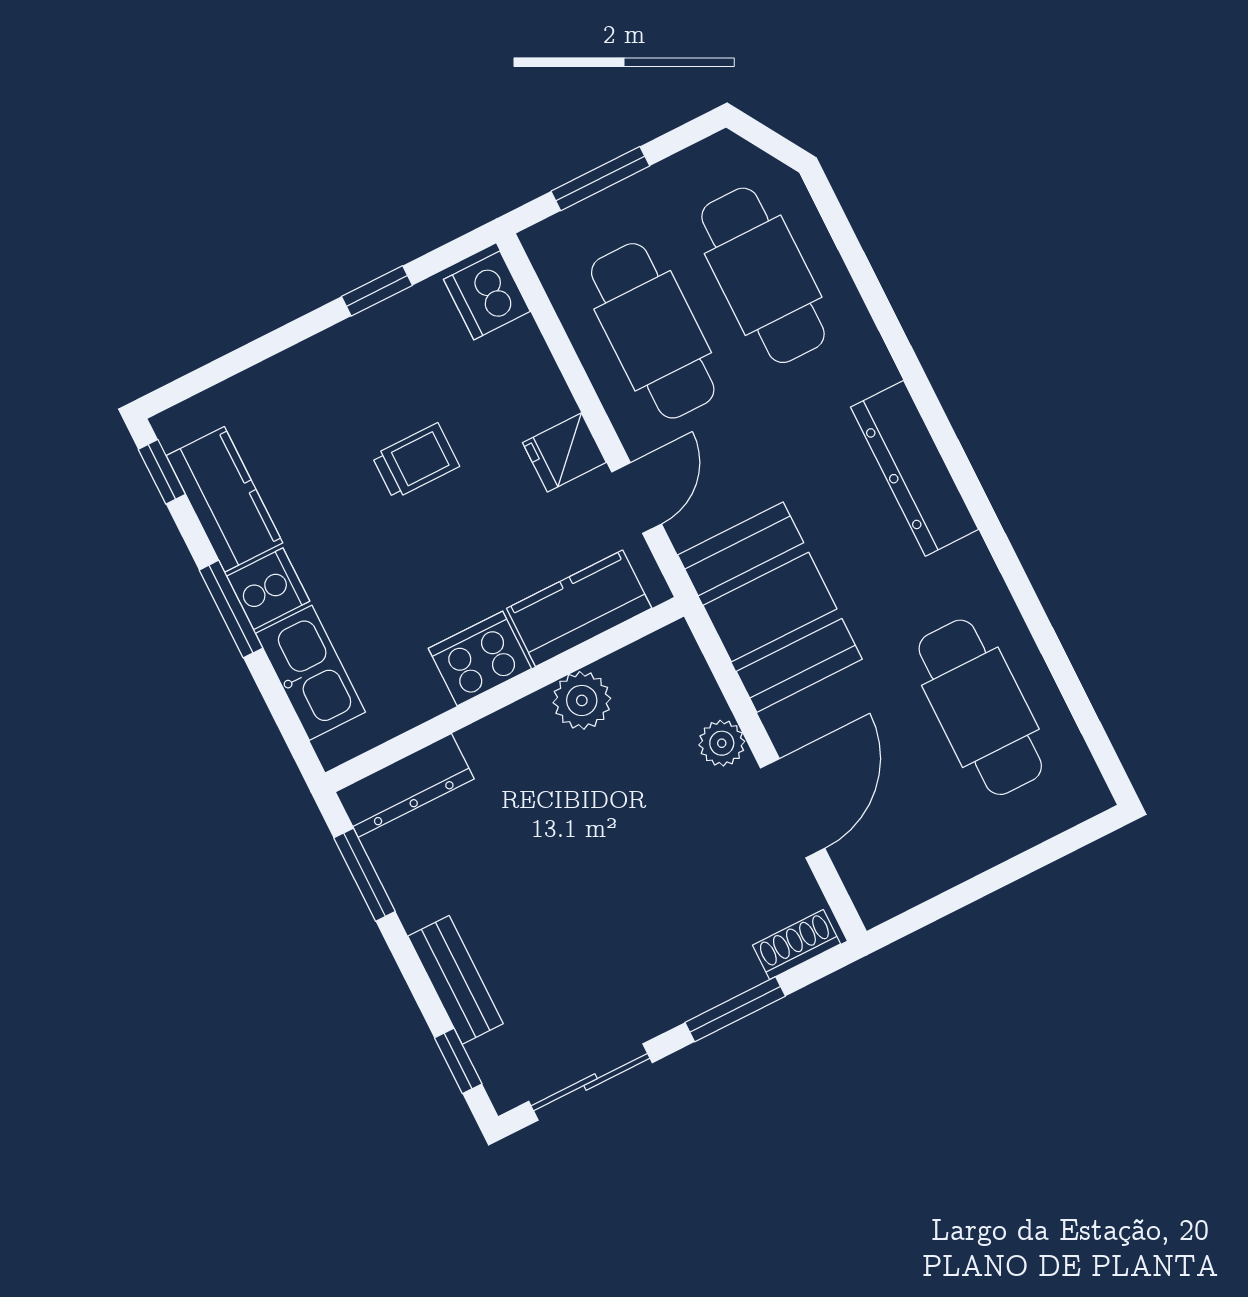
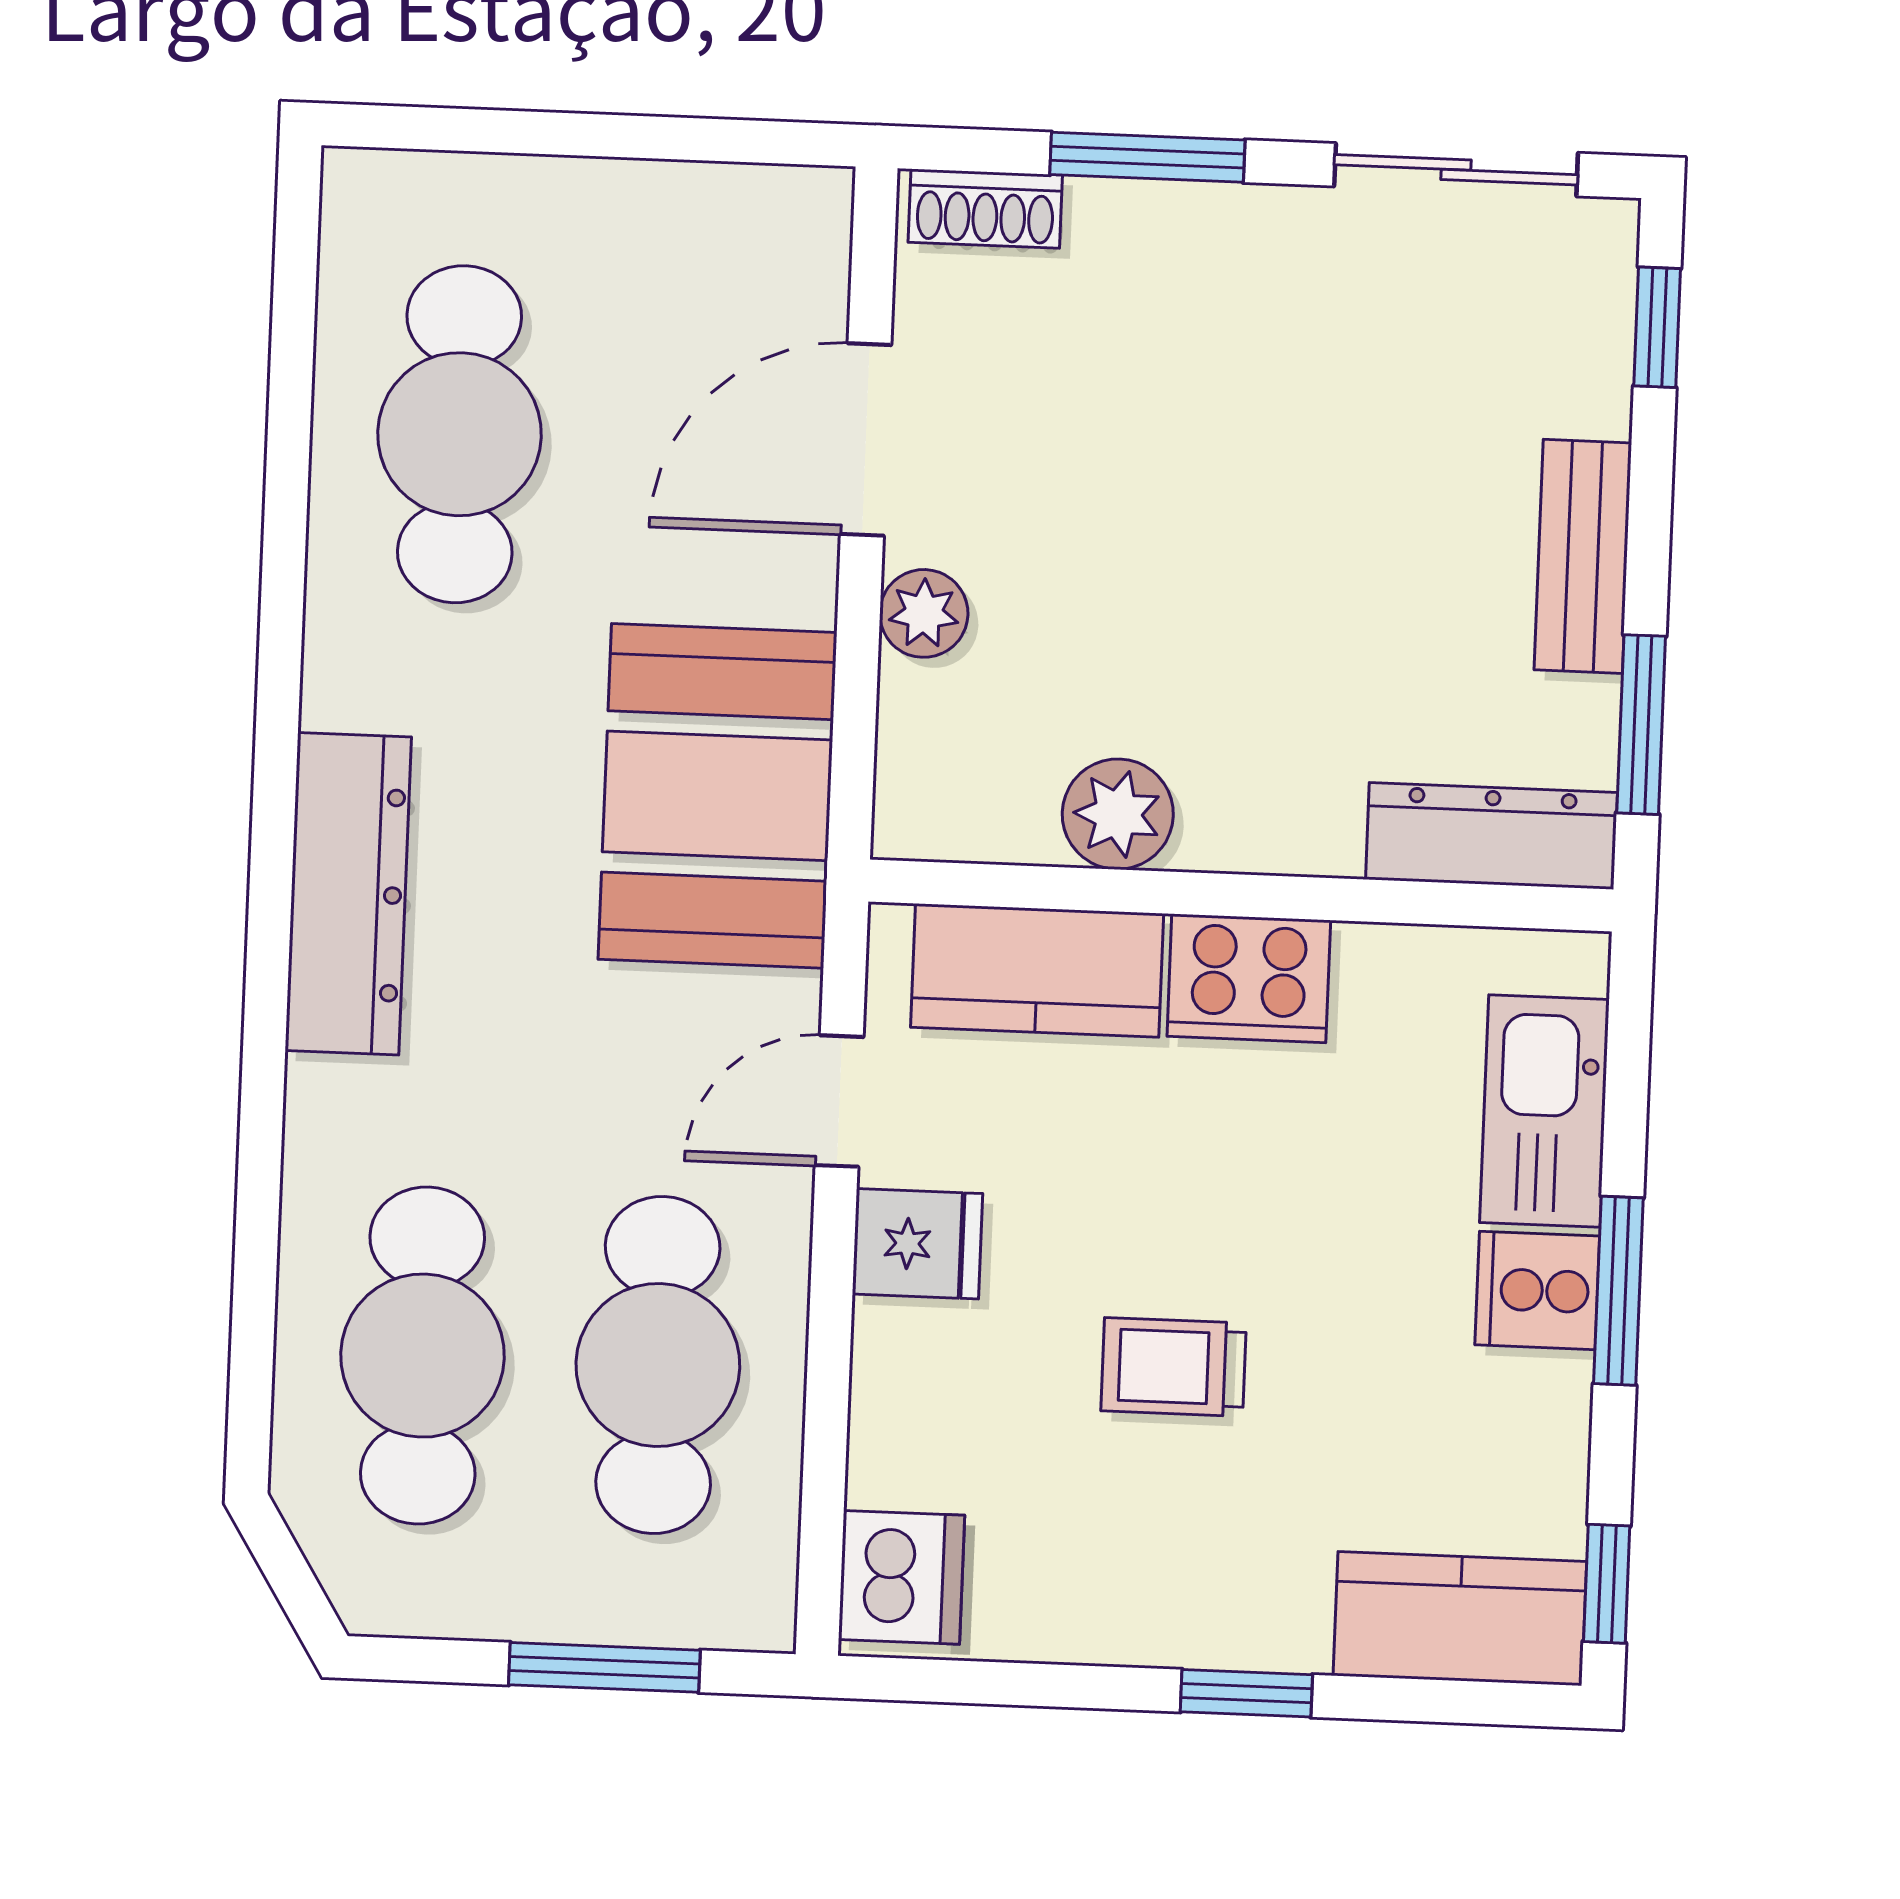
window: (377, 291) -> (1246, 1693), moved
kitchen counter: (224, 499) -> (1460, 1619), moved, turned 90
bench: (456, 980) -> (1583, 556), moved

